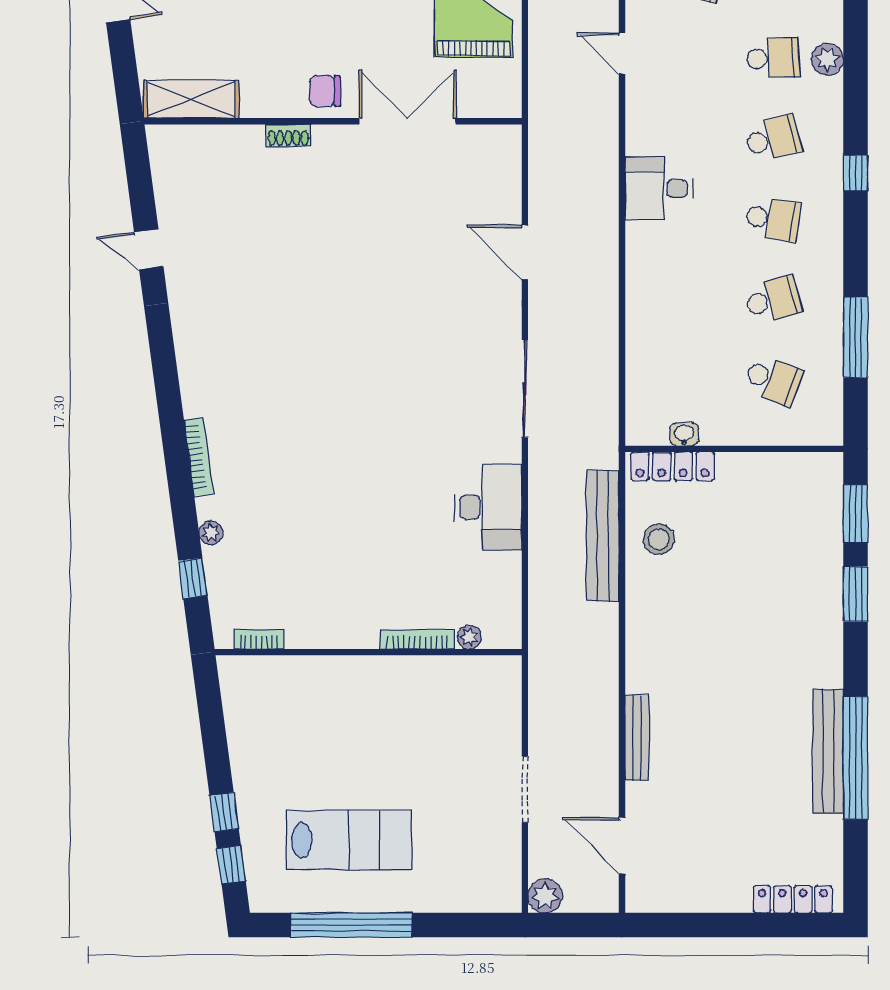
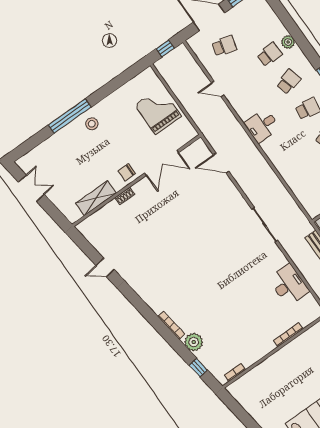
shelving: (191, 99) -> (96, 198), moved
double door: (407, 121) -> (162, 163), swing flipped
door: (525, 252) -> (221, 163), moved
desk: (488, 507) -> (289, 285), moved
plant: (211, 533) -> (194, 342), width x1.88, depth x1.88
plant: (469, 637) -> (305, 322), removed

